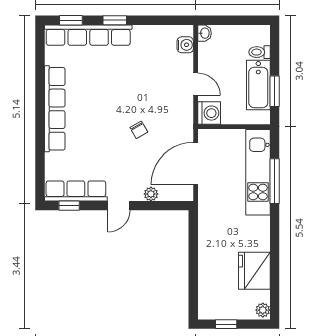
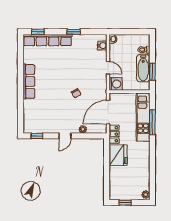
window: (115, 20) -> (74, 32), moved
row of seats: (55, 109) -> (29, 82), width x0.73
row of seats: (76, 191) -> (41, 128), removed
locker: (207, 202) -> (114, 134), added
fridge: (254, 271) -> (118, 155), moved, turned 180

